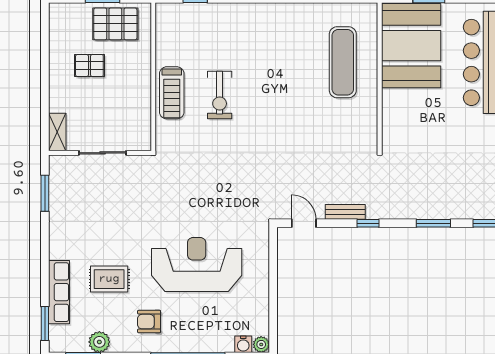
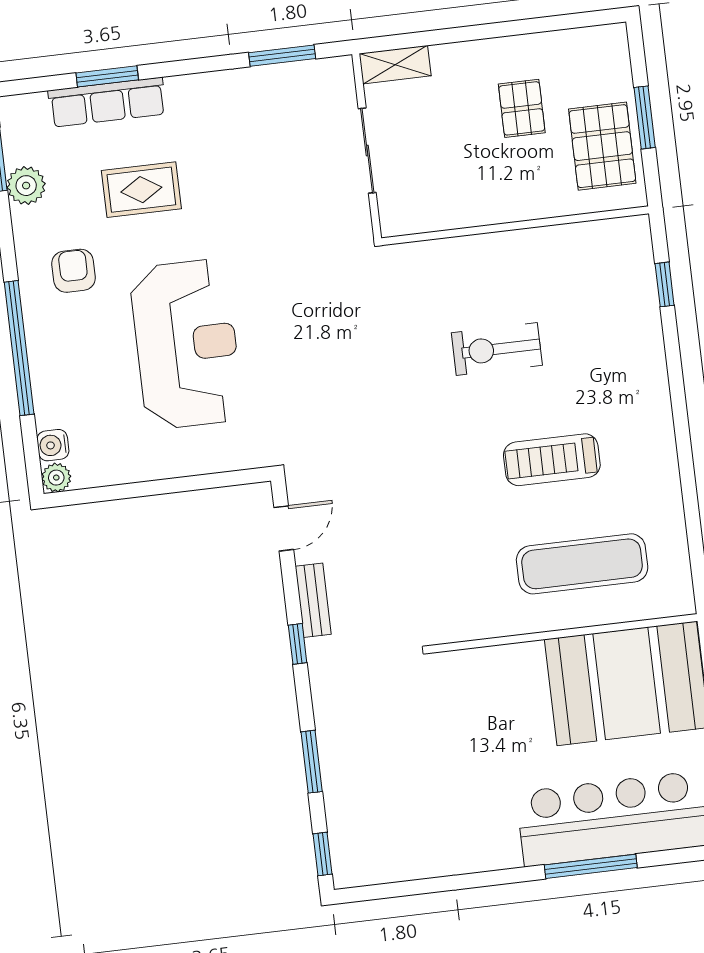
treadmill: (172, 93) -> (552, 460), moved
rug: (109, 279) -> (141, 190), turned 90
window: (45, 324) -> (107, 76), moved

